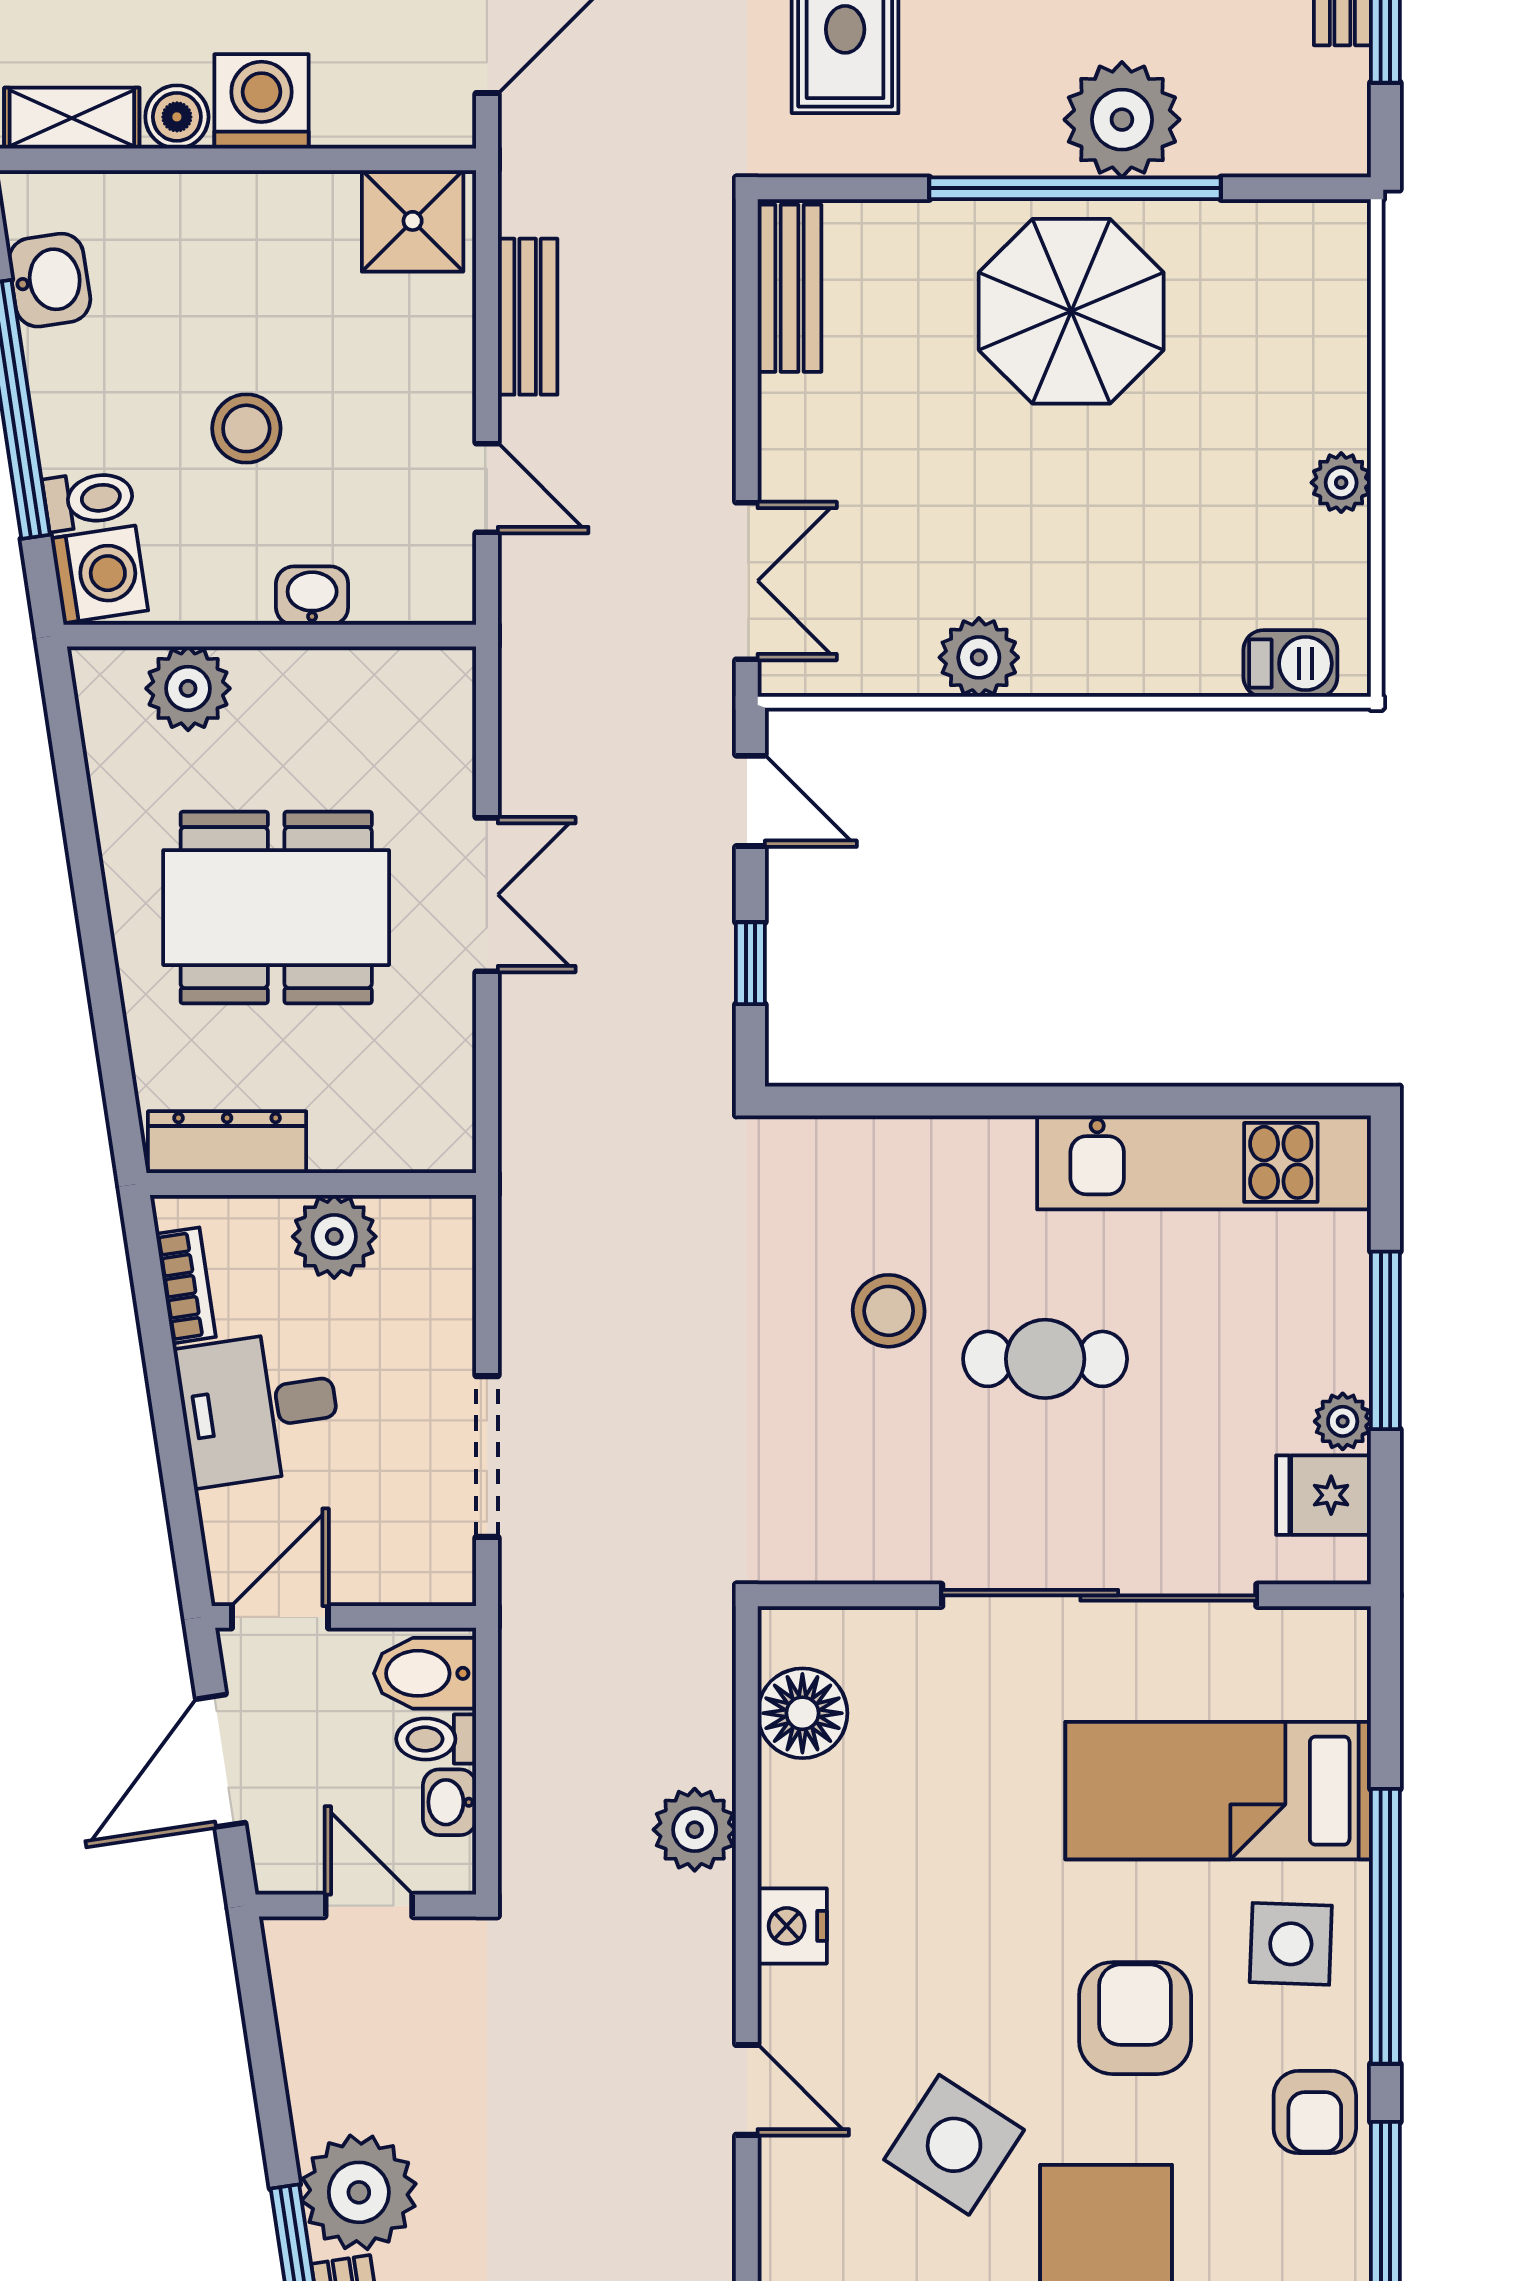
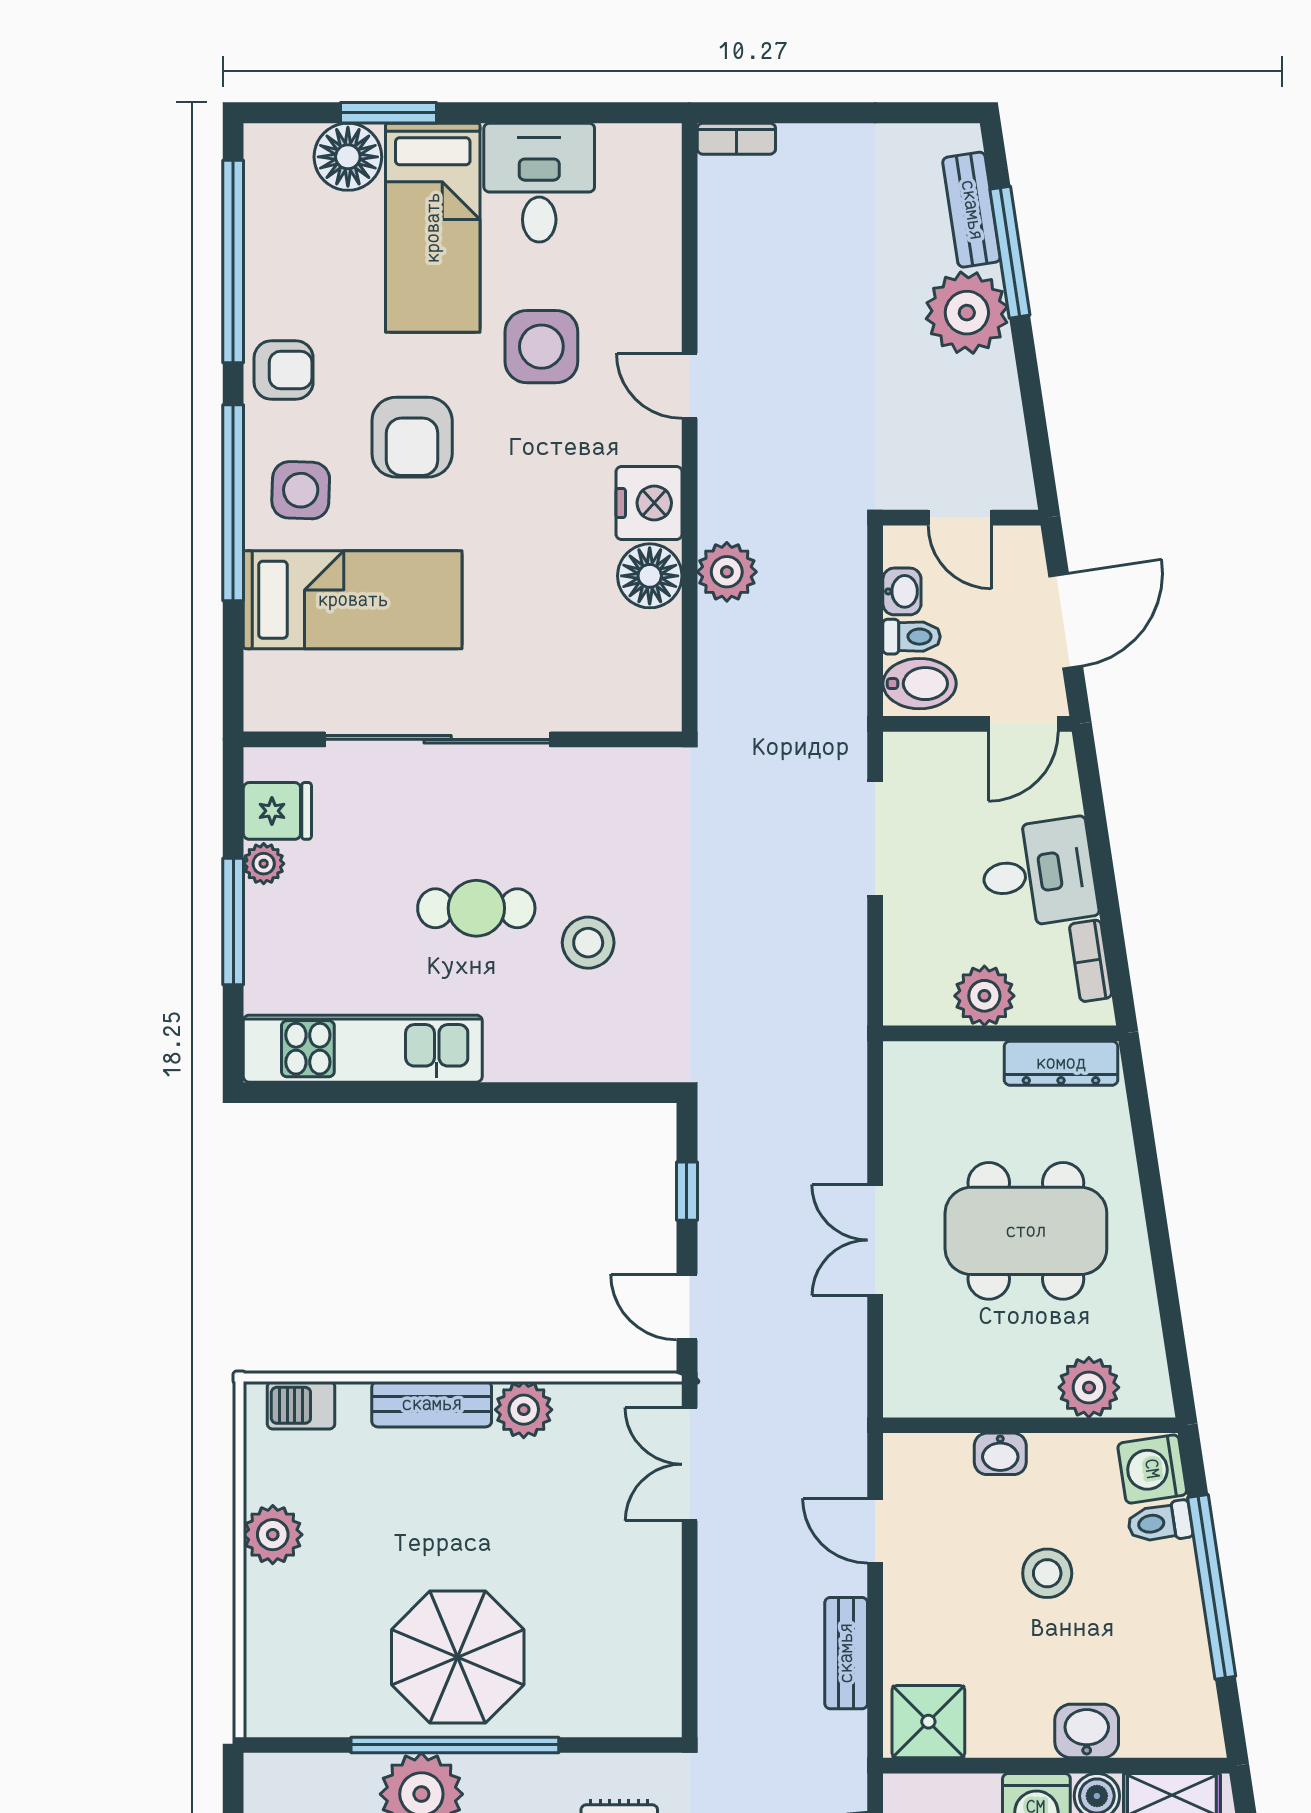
washbasin: (50, 280) -> (1087, 1731), moved, turned 99
bench: (789, 288) -> (432, 1404), moved, turned 90
plant: (1341, 483) -> (273, 1535), width x1.38, depth x1.38
floor lamp: (802, 1713) -> (650, 576), moved
nightstand: (792, 1926) -> (649, 503), width x1.36, depth x1.33
armchair: (1315, 2112) -> (284, 370), turned 90
side table: (954, 2145) -> (541, 347), turned -33

